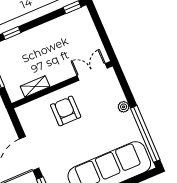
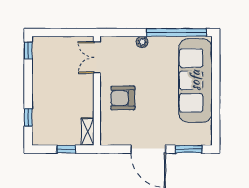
shelving: (35, 86) -> (88, 132), moved

